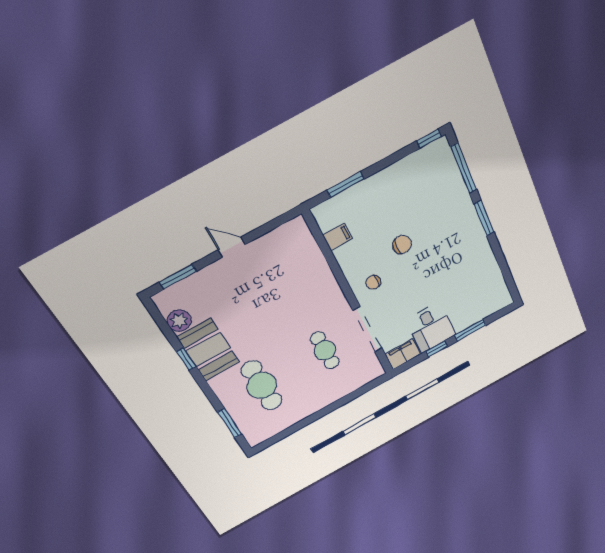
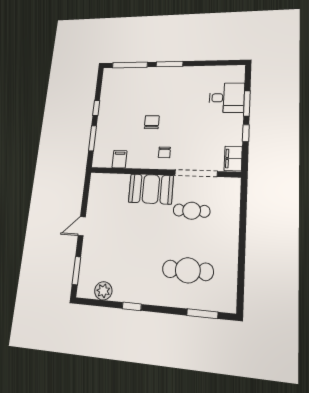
window: (429, 139) -> (96, 108), moved
desk: (431, 327) -> (227, 98), moved
booth: (208, 350) -> (151, 189), moved

